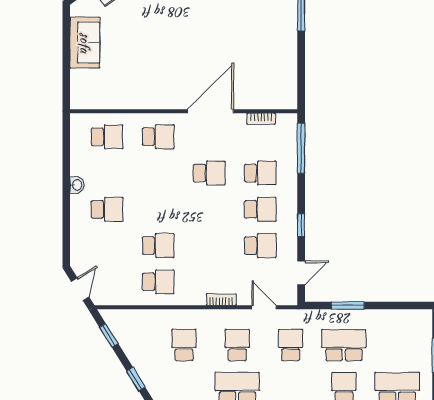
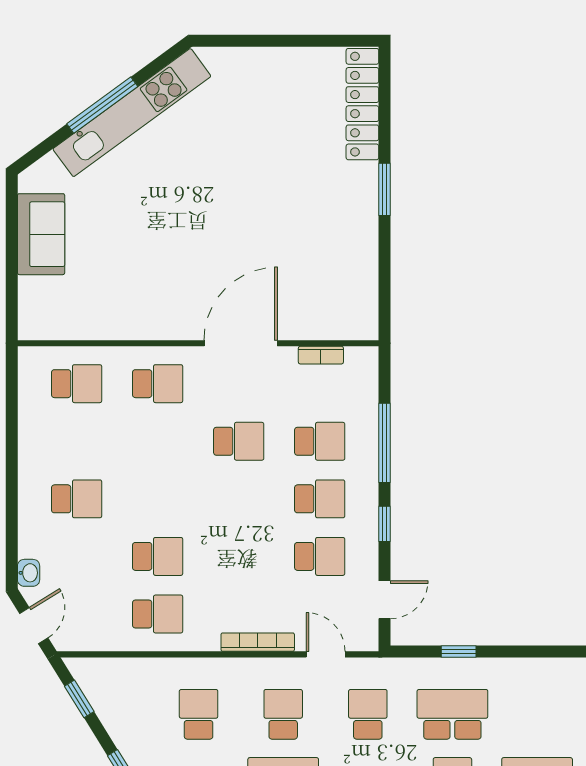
window: (301, 148) -> (385, 443), moved
washbasin: (77, 185) -> (29, 573), moved
bookcase: (221, 300) -> (258, 642), width x1.56
window: (348, 305) -> (459, 651), width x0.67

